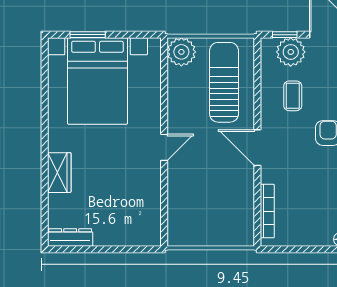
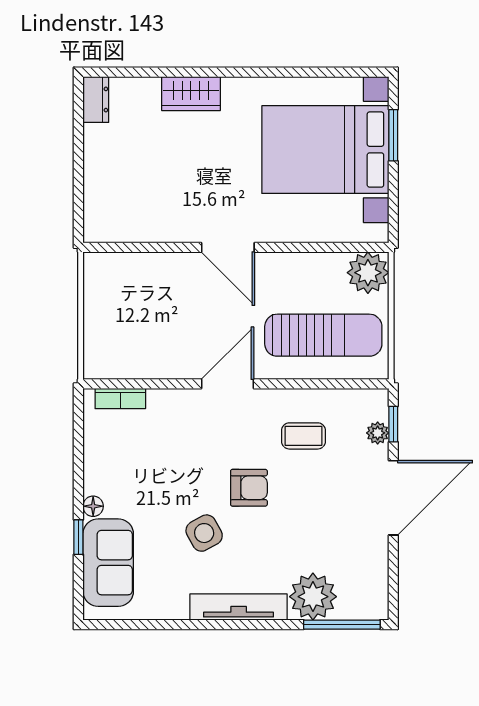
plant: (291, 52) -> (378, 433), width x0.53, depth x0.53
door: (164, 147) -> (228, 247), width x1.38
bookcase: (267, 211) -> (120, 399), width x0.64
dresser: (70, 237) -> (96, 100), width x0.70

